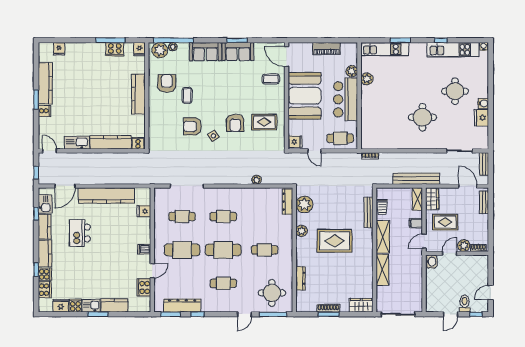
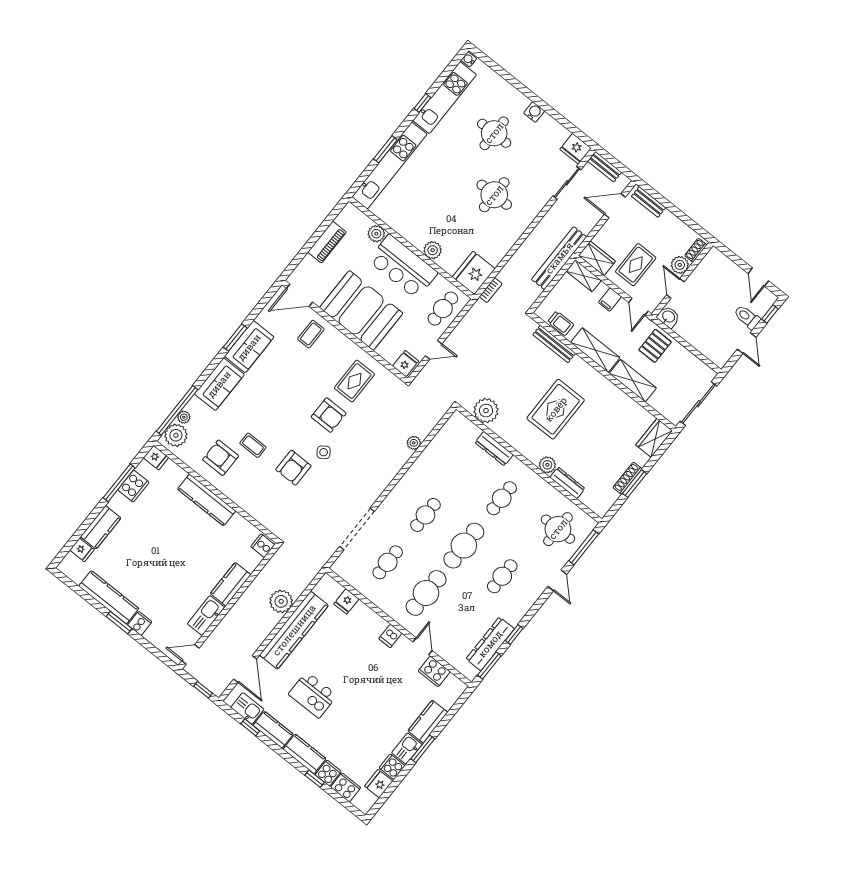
kitchen counter: (79, 49) -> (101, 527), added
kitchen unit: (385, 49) -> (389, 165), width x1.36
plant: (367, 79) -> (433, 250), moved
fridge: (481, 118) -> (576, 149), moved
fridge: (372, 140) -> (474, 273), added
kitchen counter: (111, 142) -> (231, 584), width x0.67
plant: (116, 177) -> (281, 601), added
dresser: (288, 202) -> (494, 449), moved
plant: (302, 231) -> (547, 465), moved
pallet: (410, 267) -> (655, 346), added

